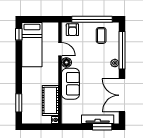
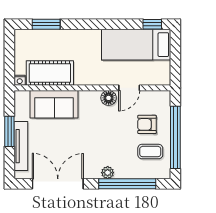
armchair: (72, 30) -> (147, 124), moved
sofa: (71, 84) -> (54, 104), moved
window: (102, 127) -> (9, 131), moved

